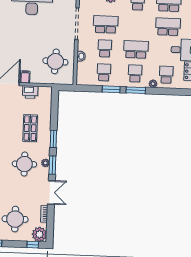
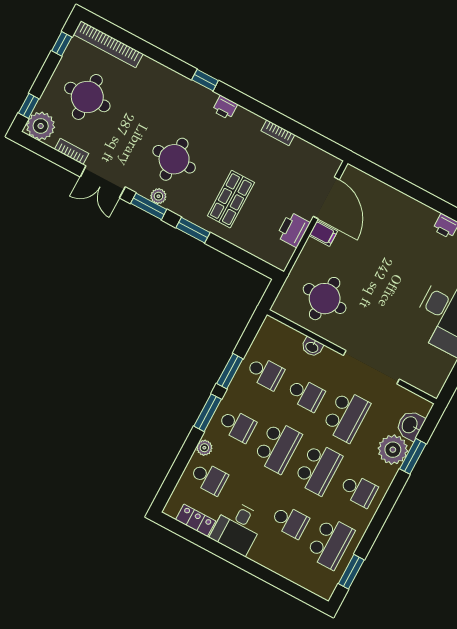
school desk: (137, 26) -> (318, 469), added
school desk: (168, 27) -> (290, 521), width x0.54
shop shelf: (30, 128) -> (231, 199), turned 90

